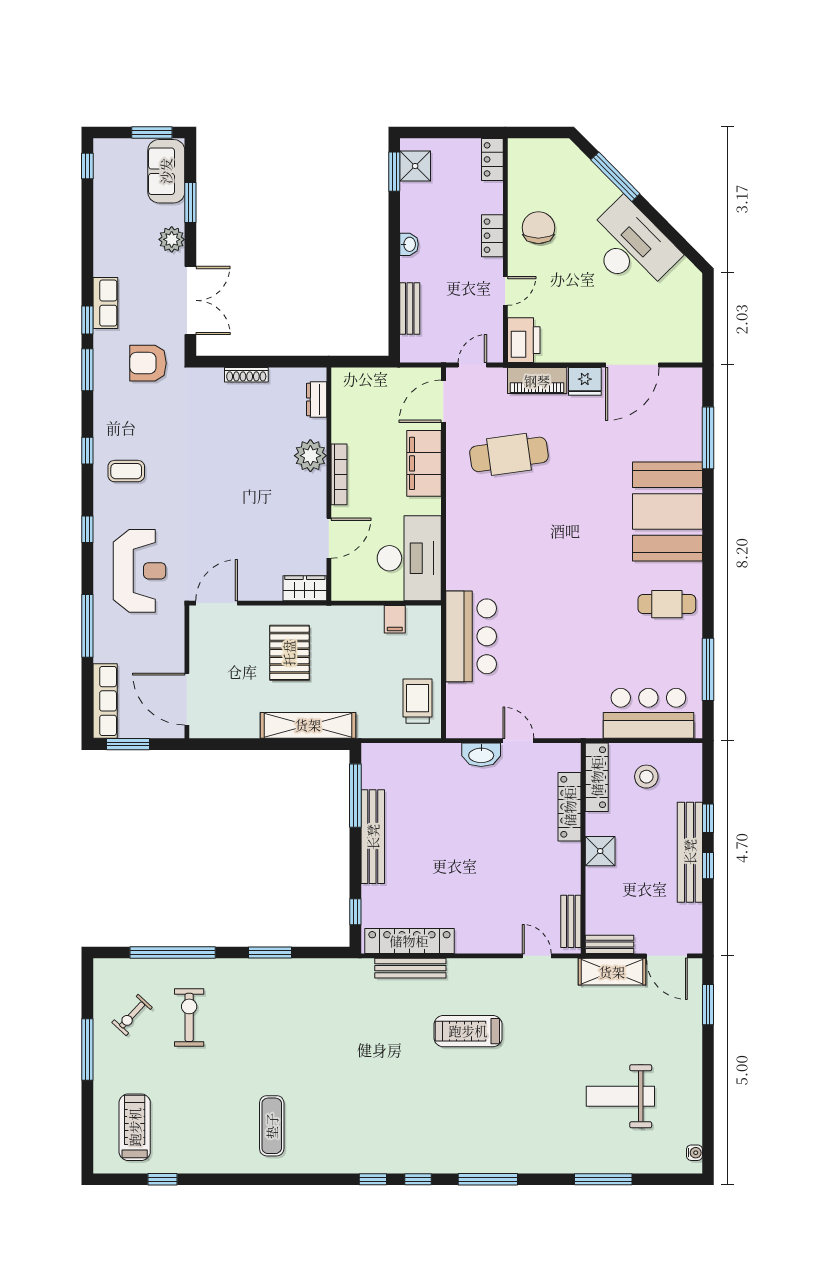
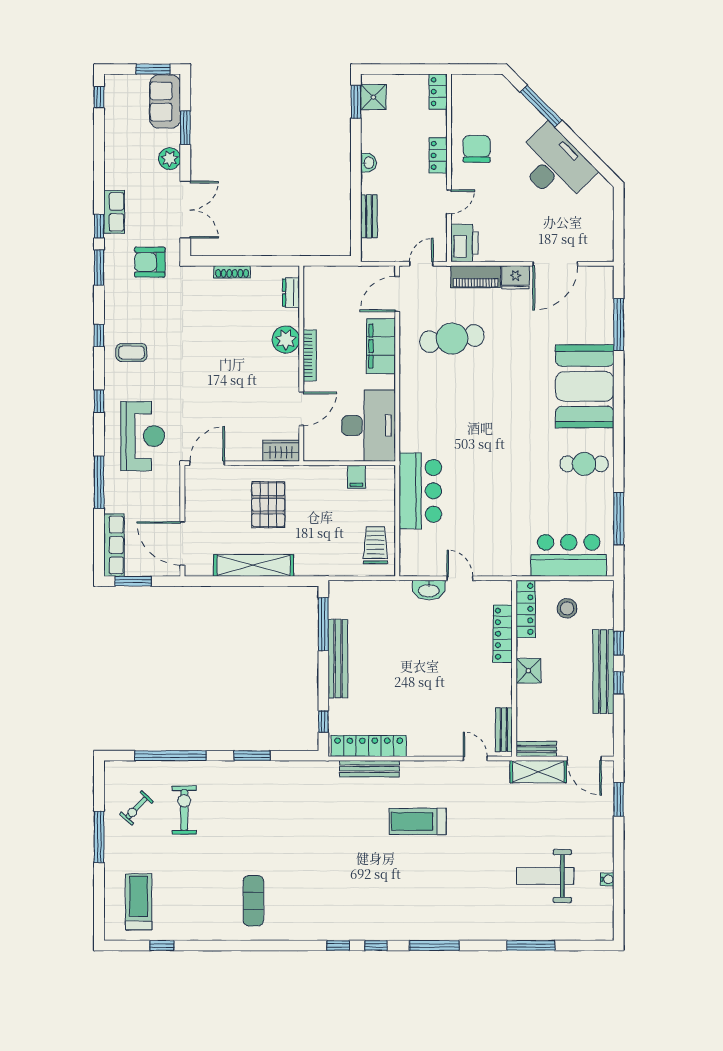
shelving: (308, 725) -> (254, 565), moved
water cooler: (694, 1153) -> (607, 879), moved

